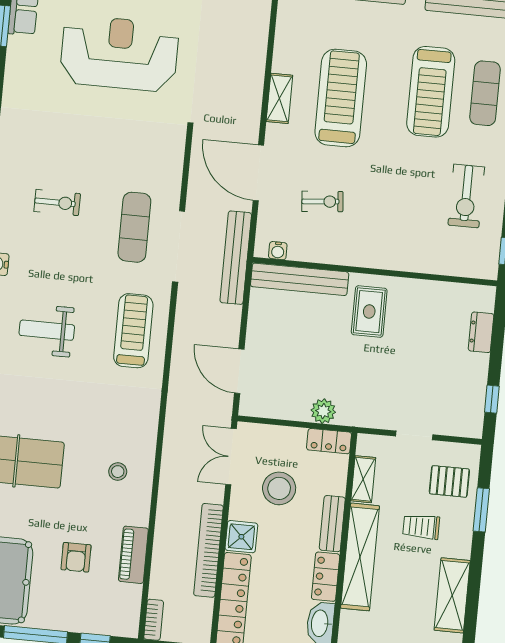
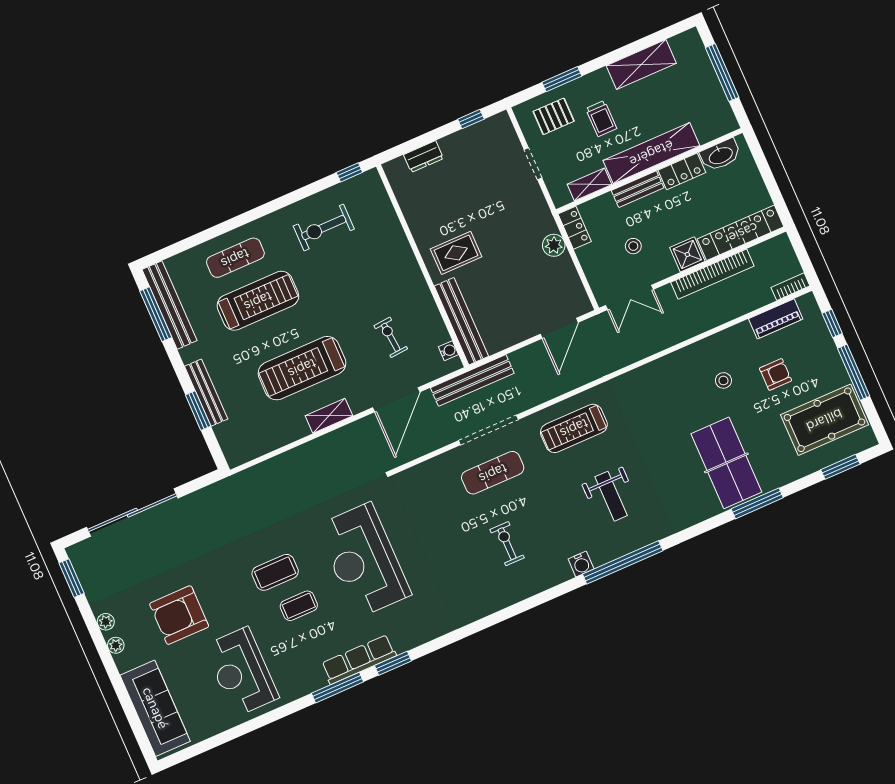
exercise bike: (466, 196) -> (324, 228), turned 180
stool: (118, 472) -> (723, 380), moved
pallet: (449, 481) -> (554, 116), turned 90
stool: (279, 488) -> (633, 246), width x0.53, depth x0.53
piano: (133, 555) -> (776, 319), moved

